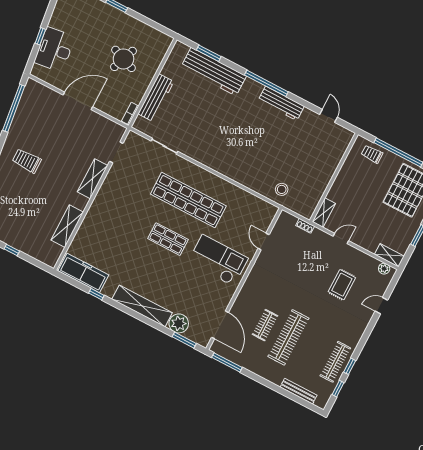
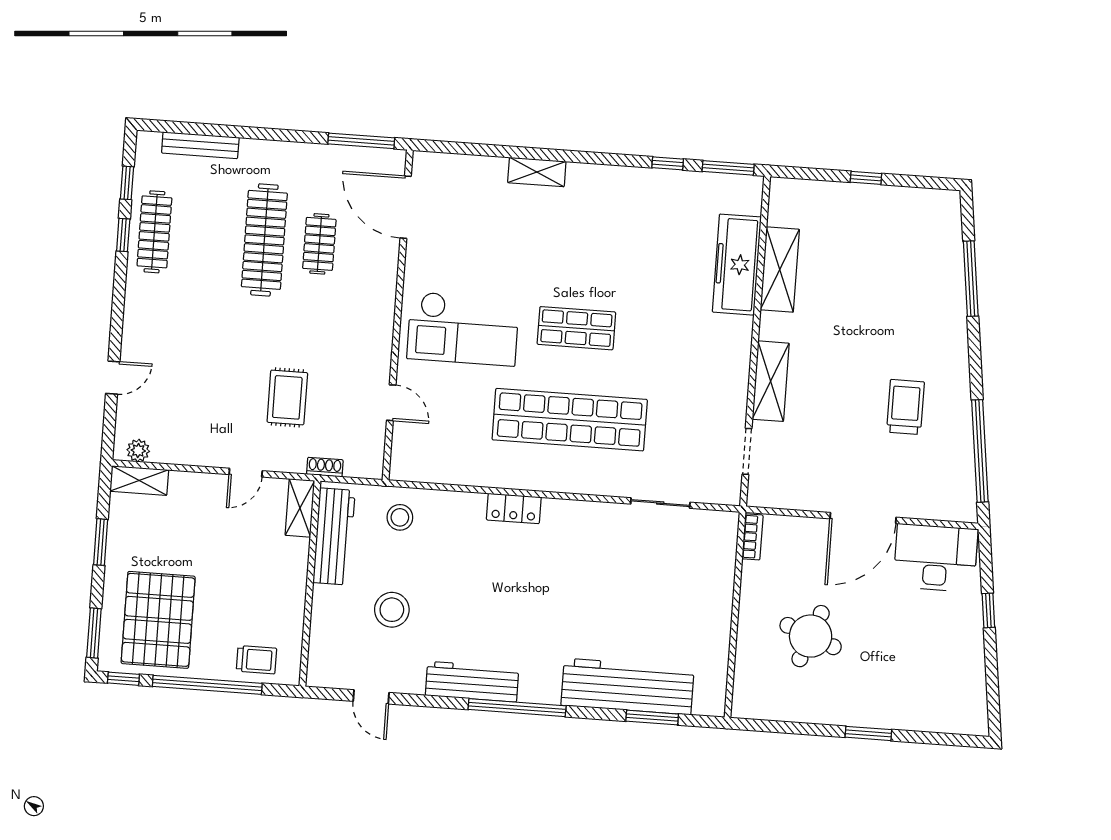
desk: (54, 50) -> (936, 558), moved, turned -83
workbench: (156, 98) -> (334, 536), moved, turned 180
stool: (303, 150) -> (392, 610), added
trolley: (27, 161) -> (905, 407), moved, turned -90
locker: (230, 172) -> (514, 508), added
freezer: (83, 273) -> (737, 265), moved, turned 90
rug: (342, 285) -> (287, 397), moved
shelving: (142, 306) -> (537, 172), width x0.45, depth x0.75
plant: (179, 323) -> (486, 176), removed
window: (184, 340) -> (728, 168), moved

